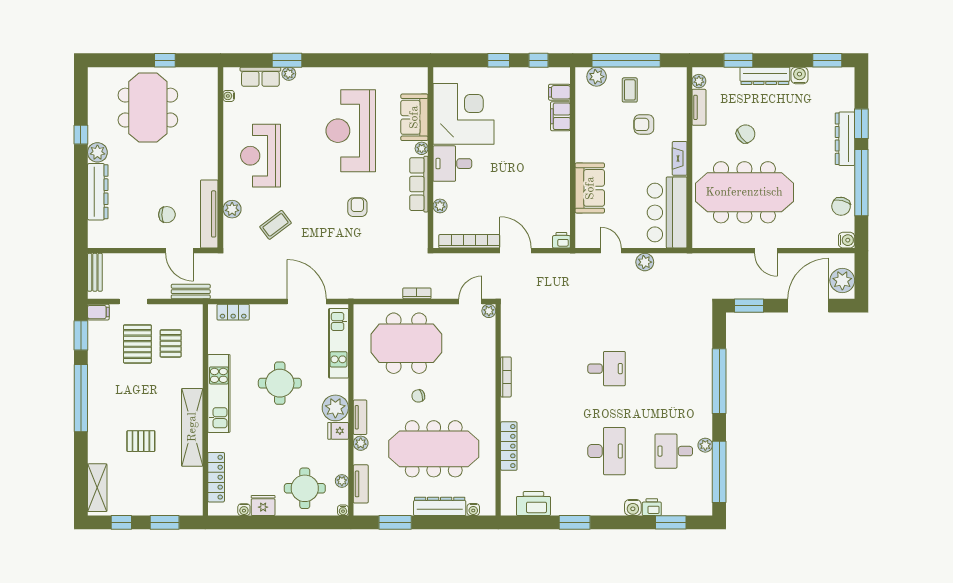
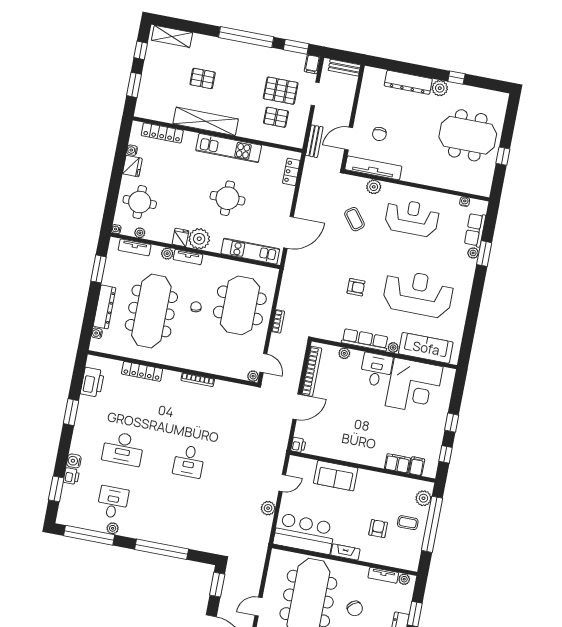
sofa: (414, 117) -> (426, 348), width x1.36
pallet: (141, 441) -> (203, 78), turned 90

